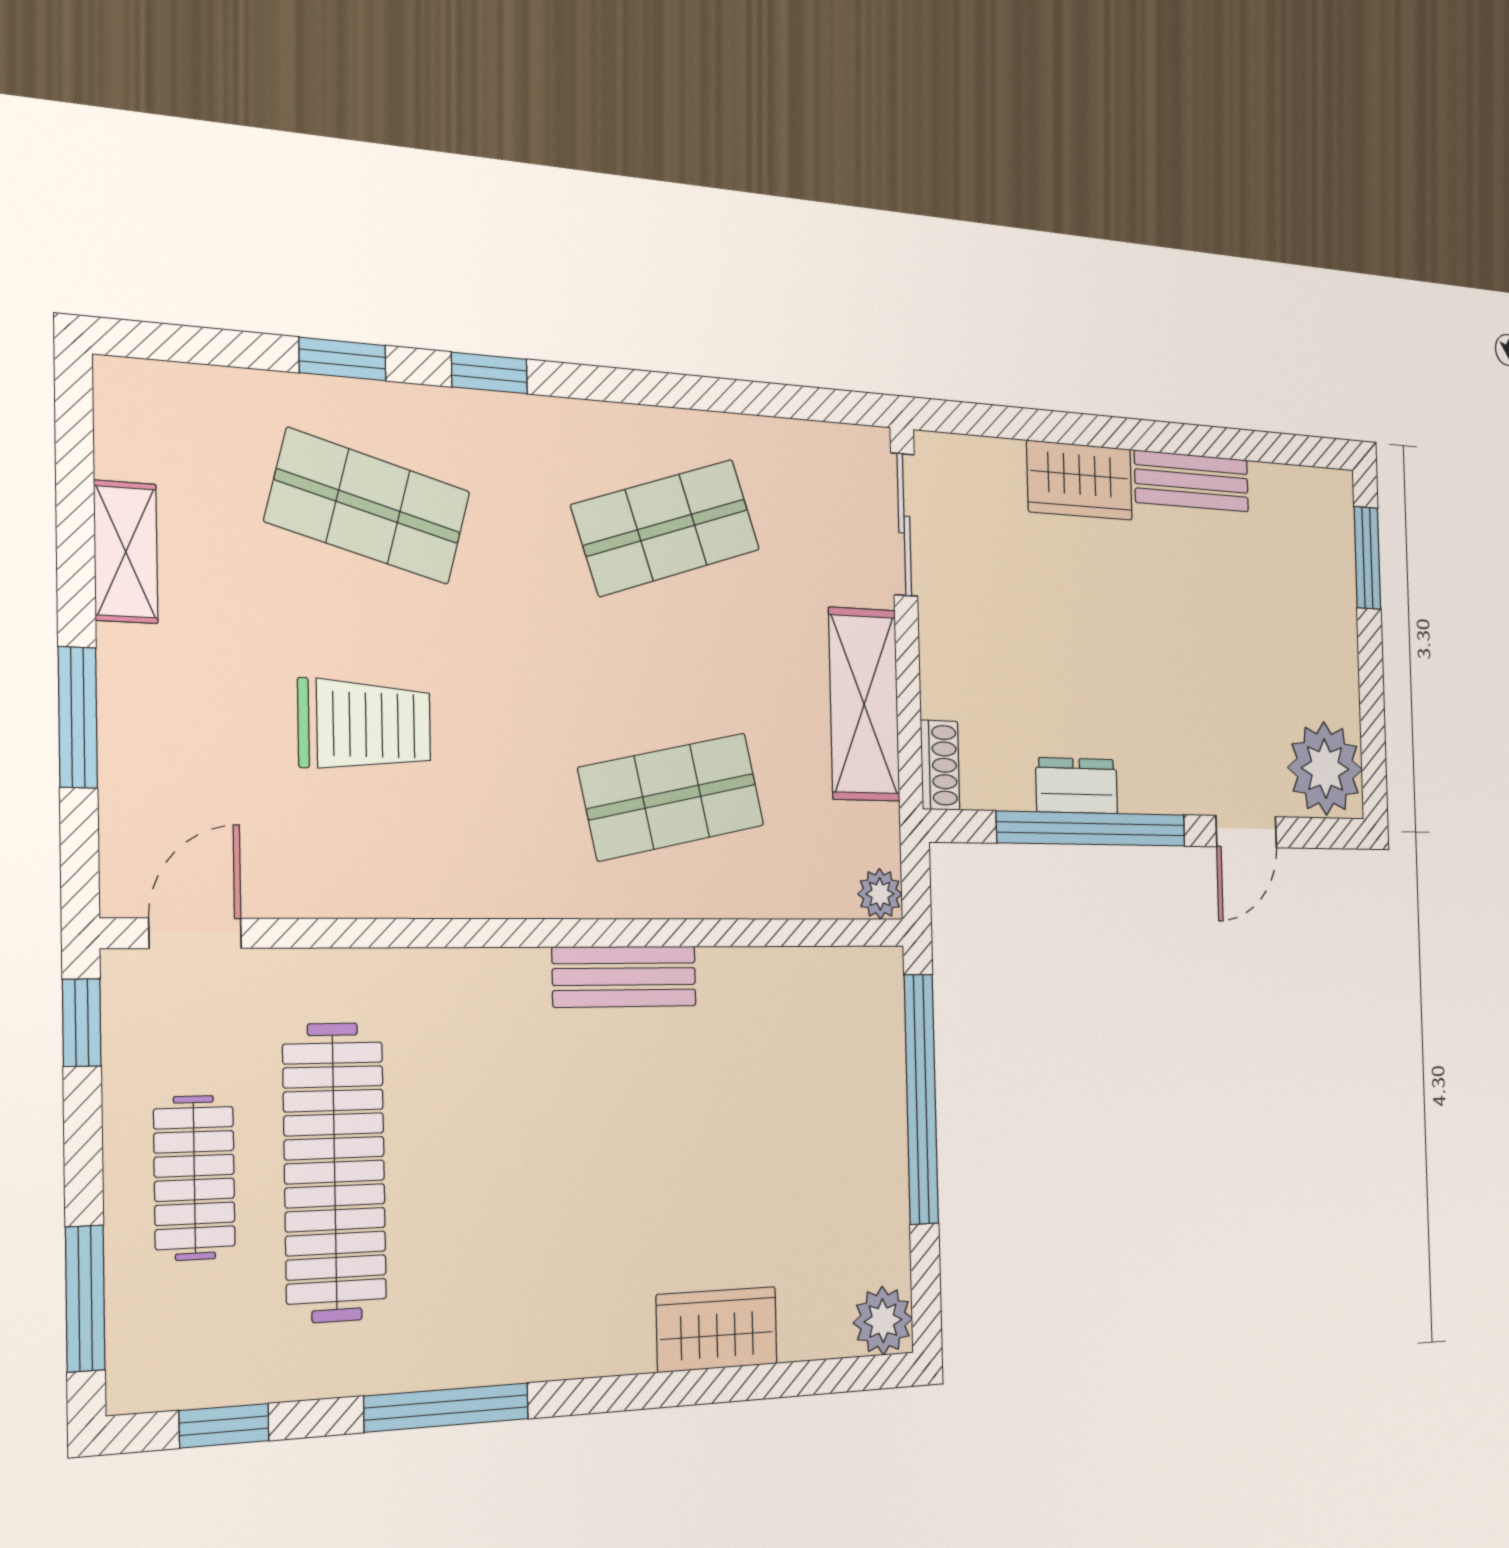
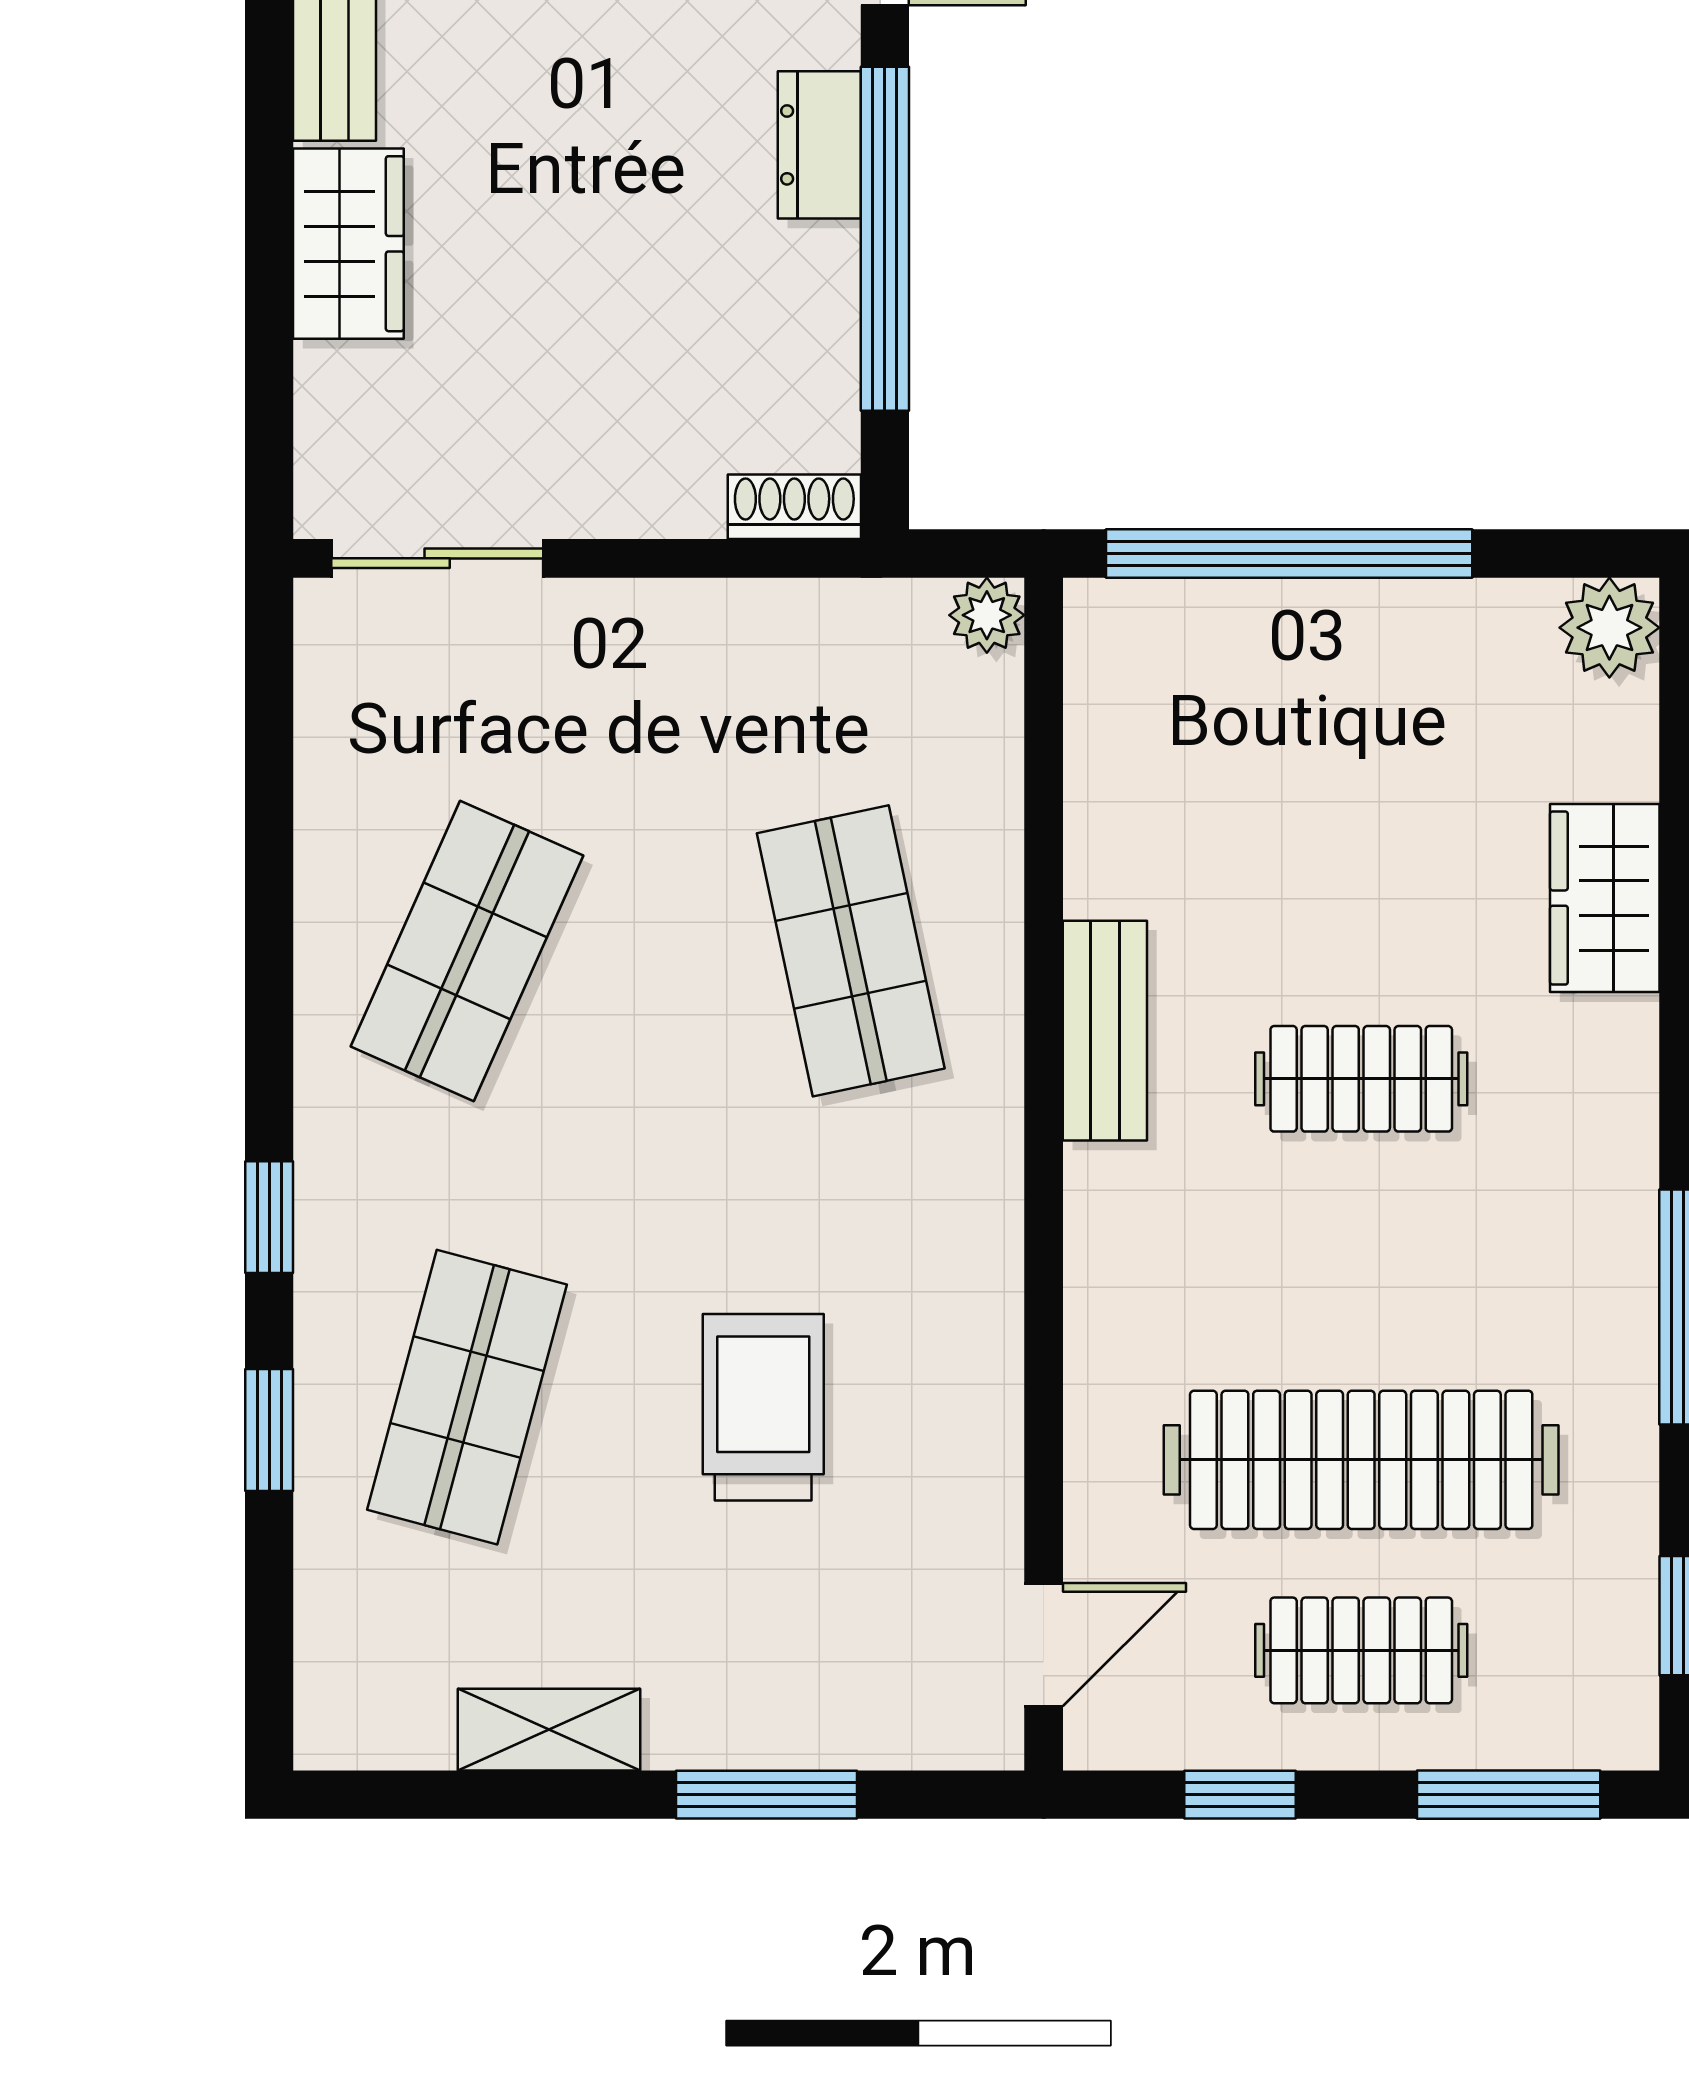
shop shelf: (666, 528) -> (467, 951), turned 42
shelving: (864, 704) -> (708, 634), removed
dresser: (1077, 786) -> (819, 145), moved
door: (195, 933) -> (1044, 1645), swing flipped
window: (82, 1023) -> (1240, 1795), moved
clothes rail: (597, 1161) -> (1361, 1079), added

